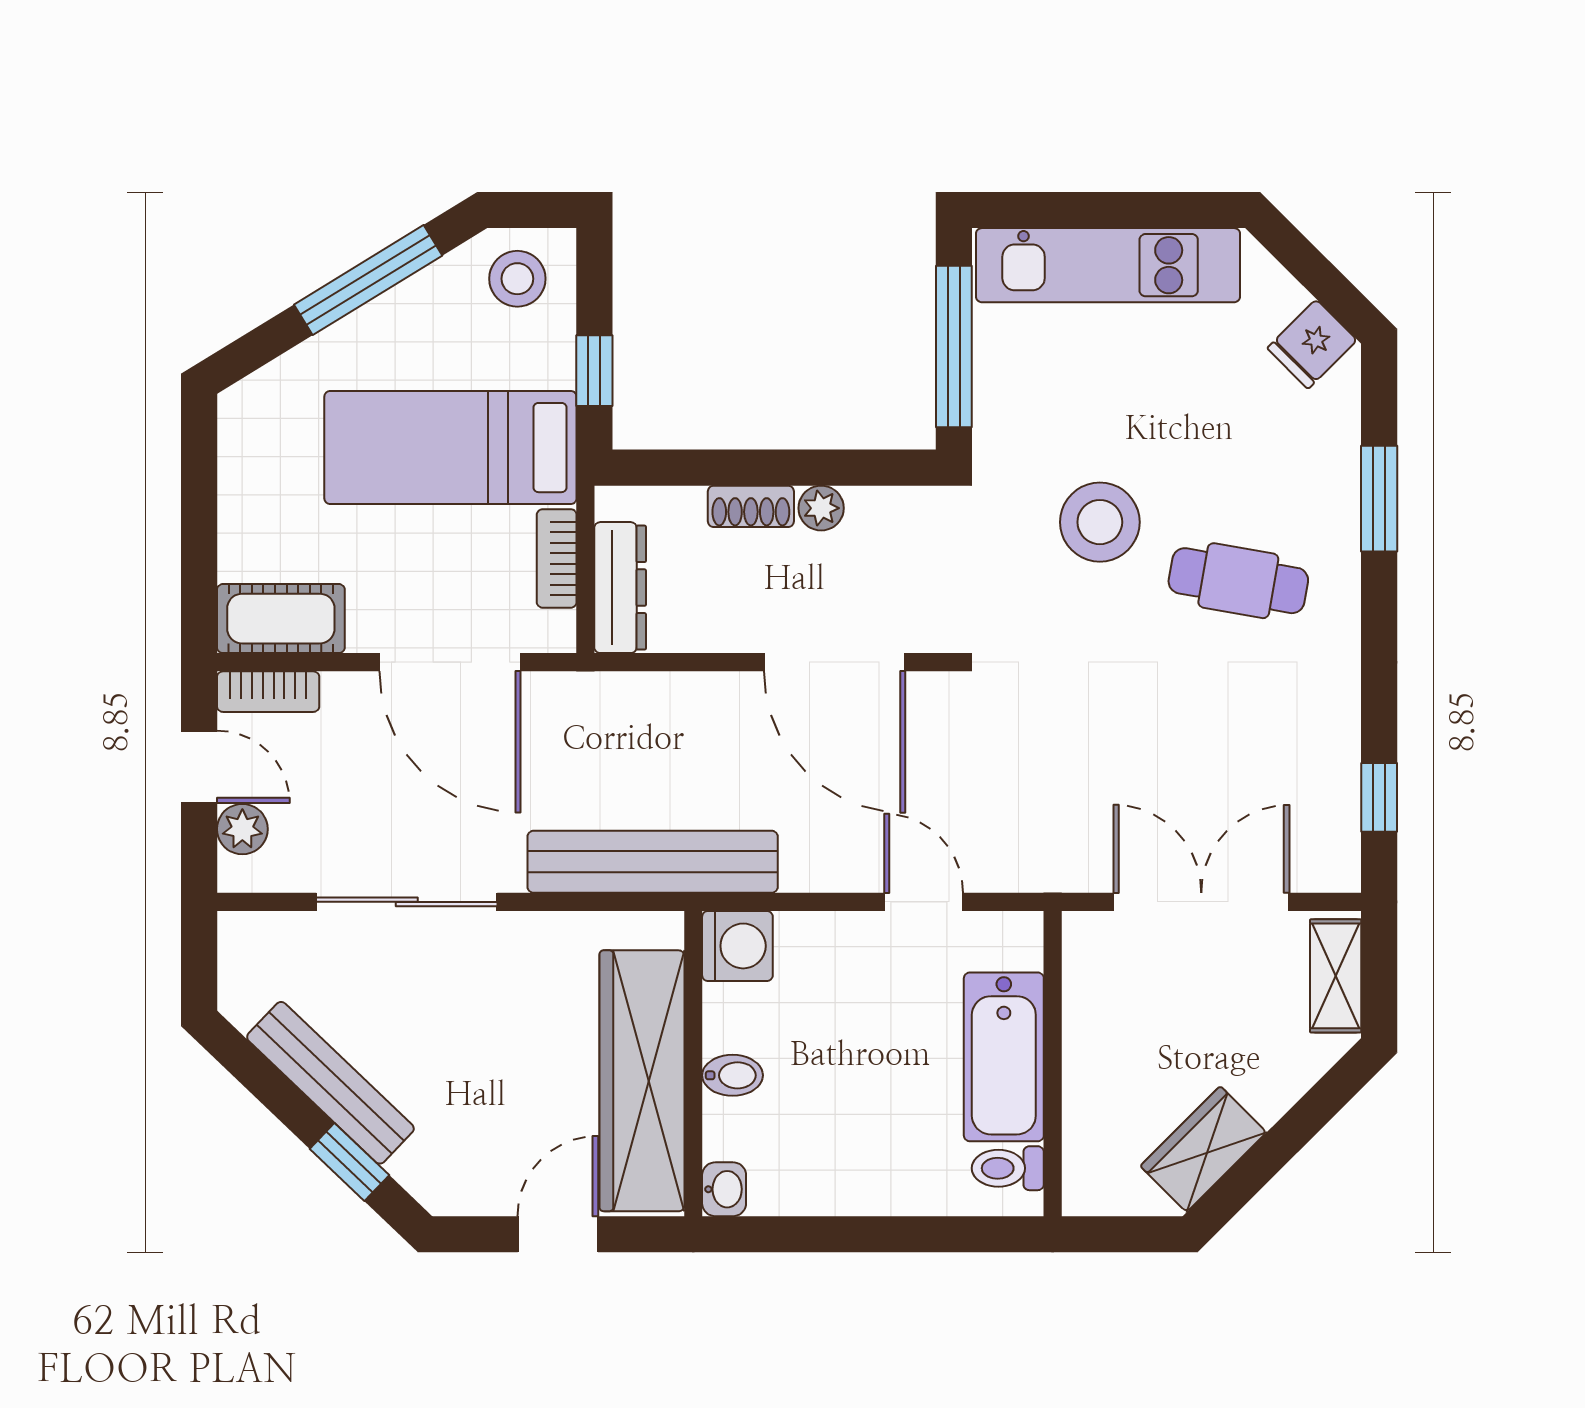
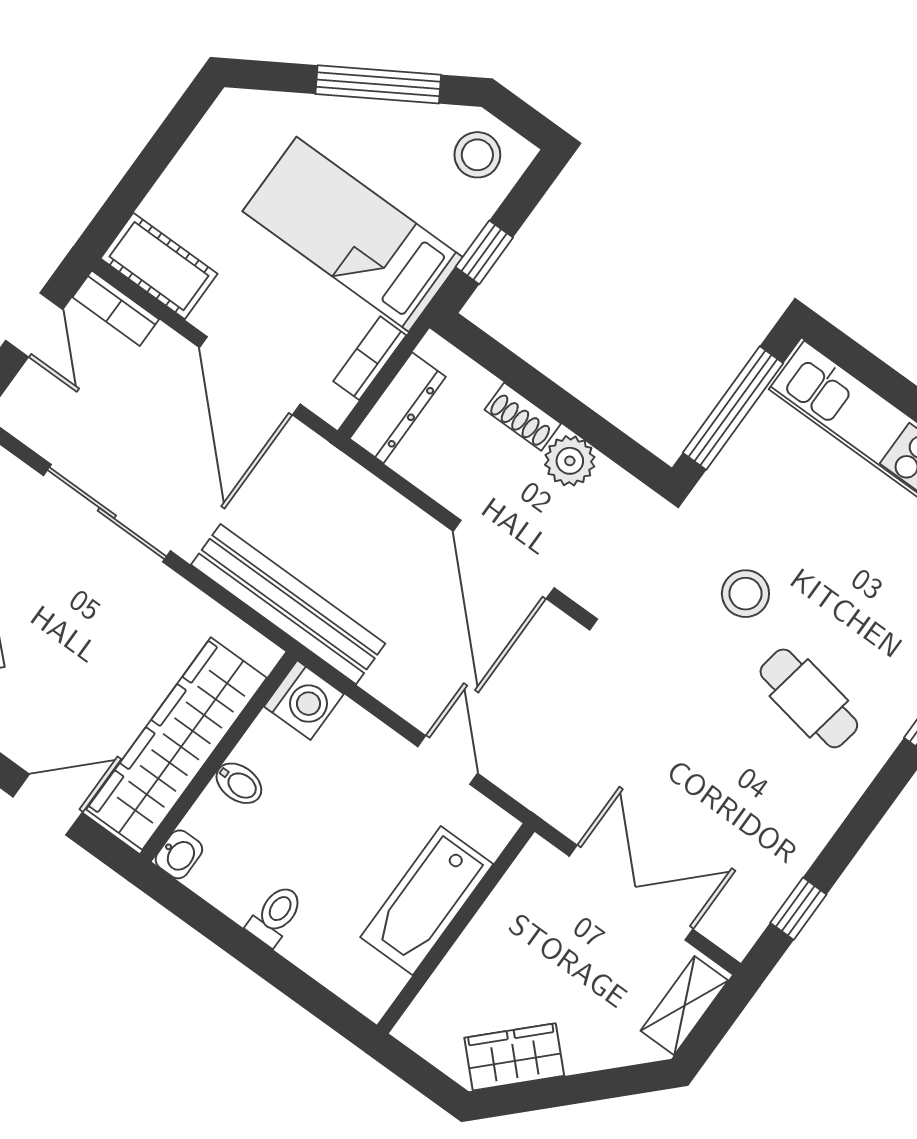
plant: (821, 508) -> (570, 461), width x1.38, depth x1.38
stool: (1100, 522) -> (745, 594), width x0.73, depth x0.73
plant: (242, 829) -> (33, 387), removed
toilet: (1008, 1168) -> (275, 915), moved, turned 90

